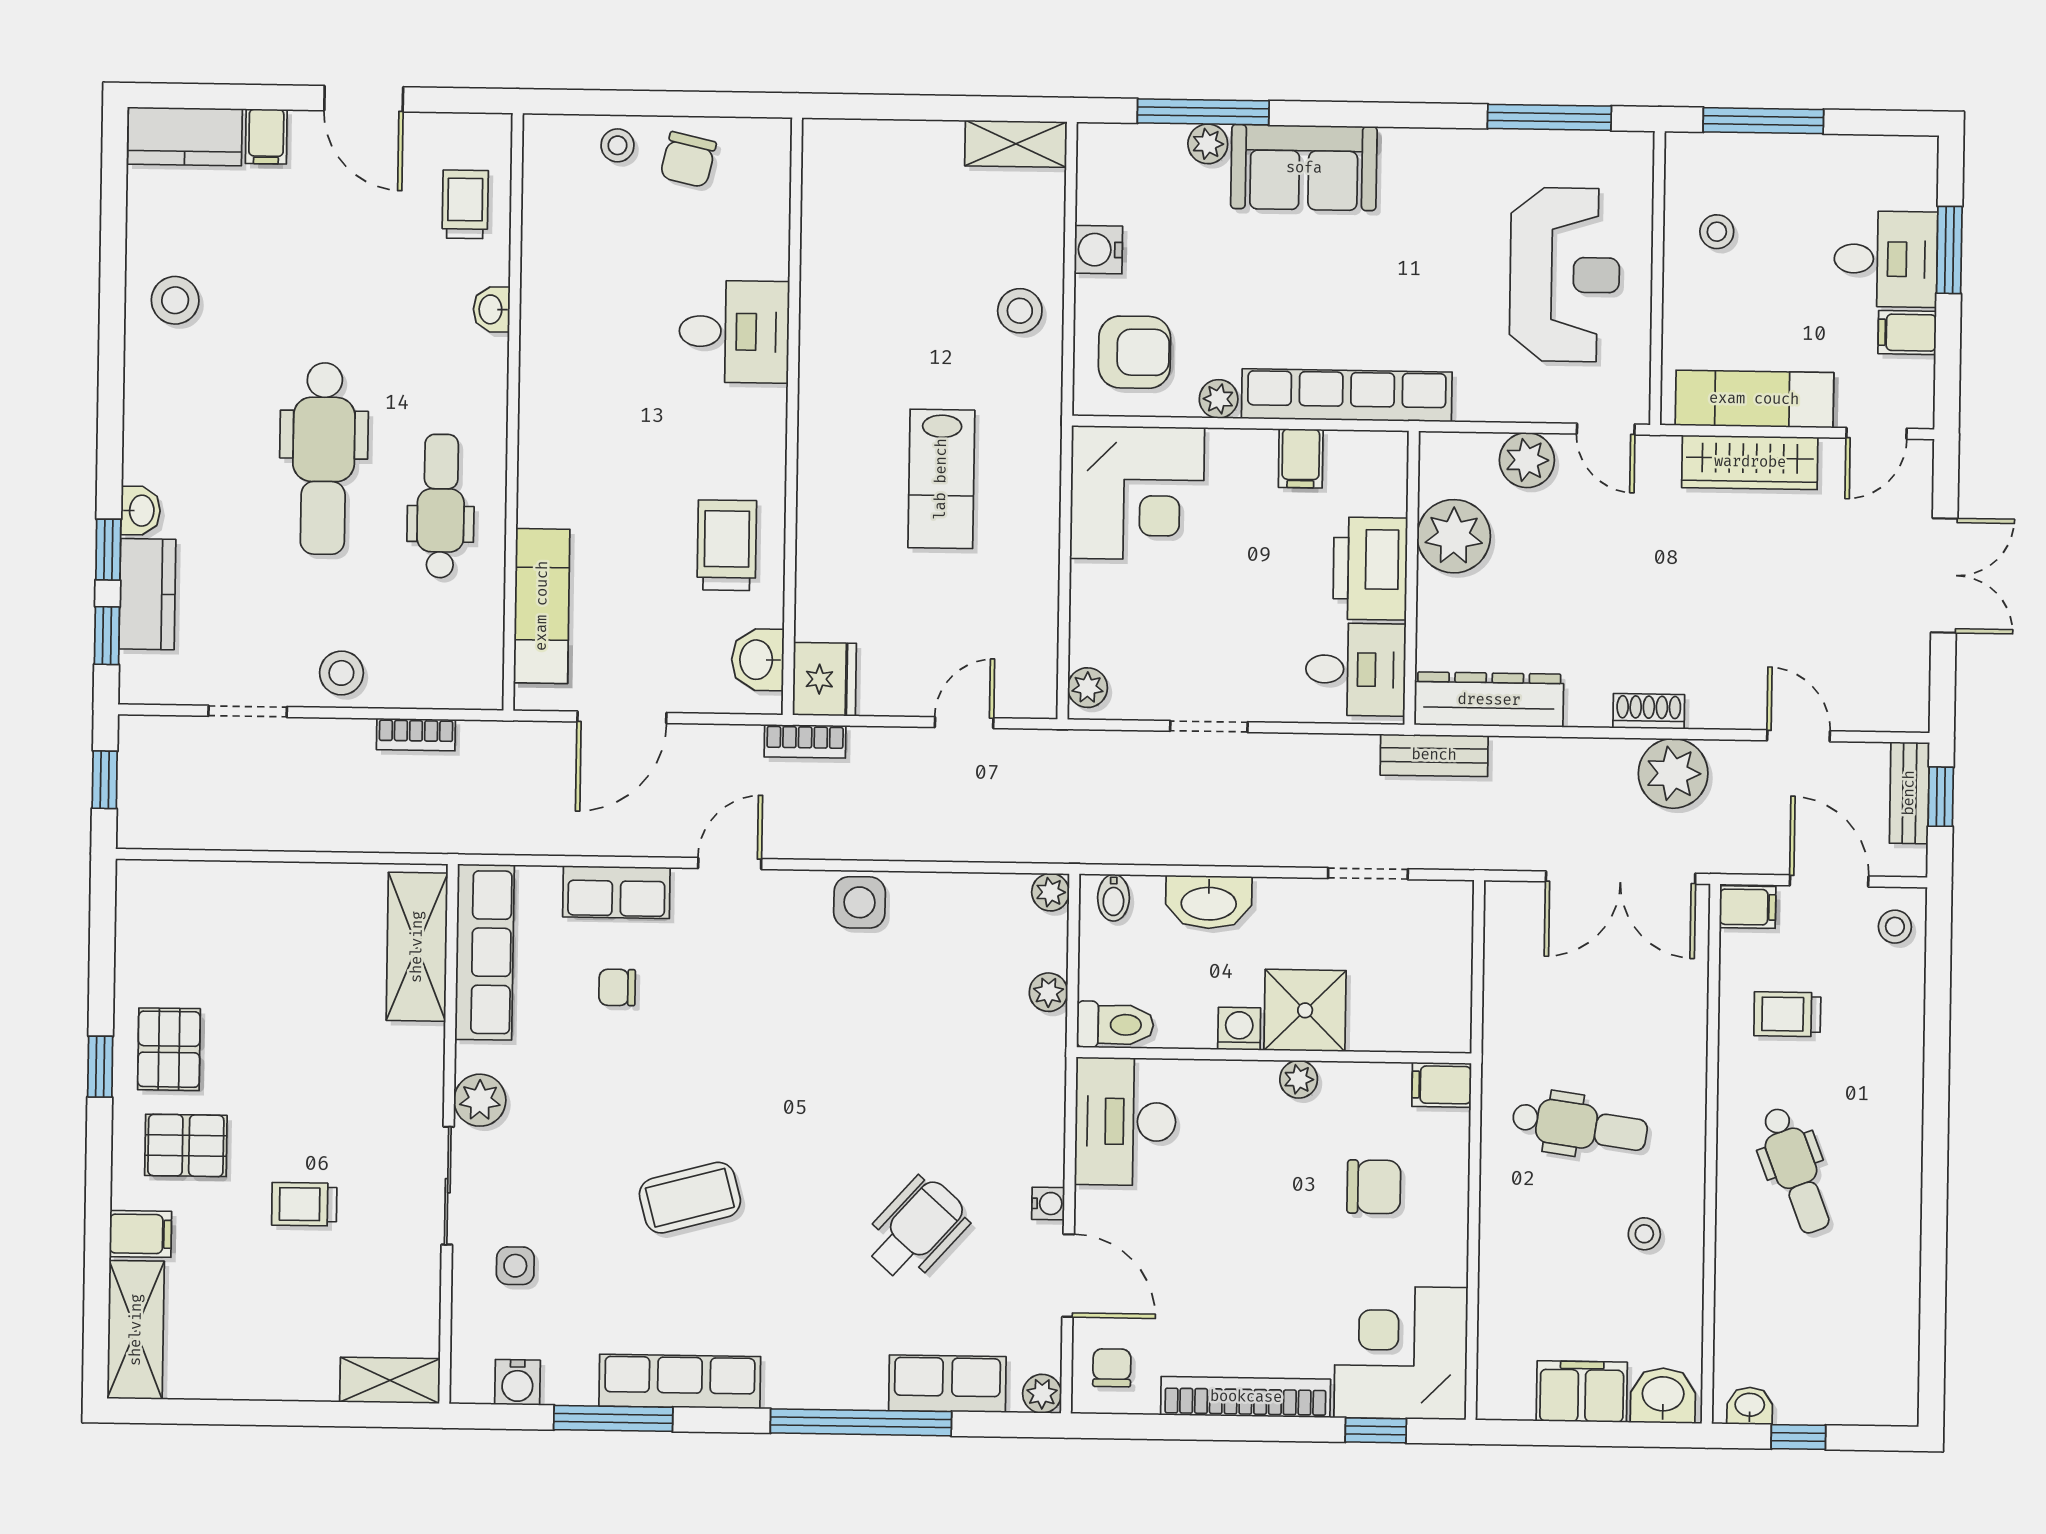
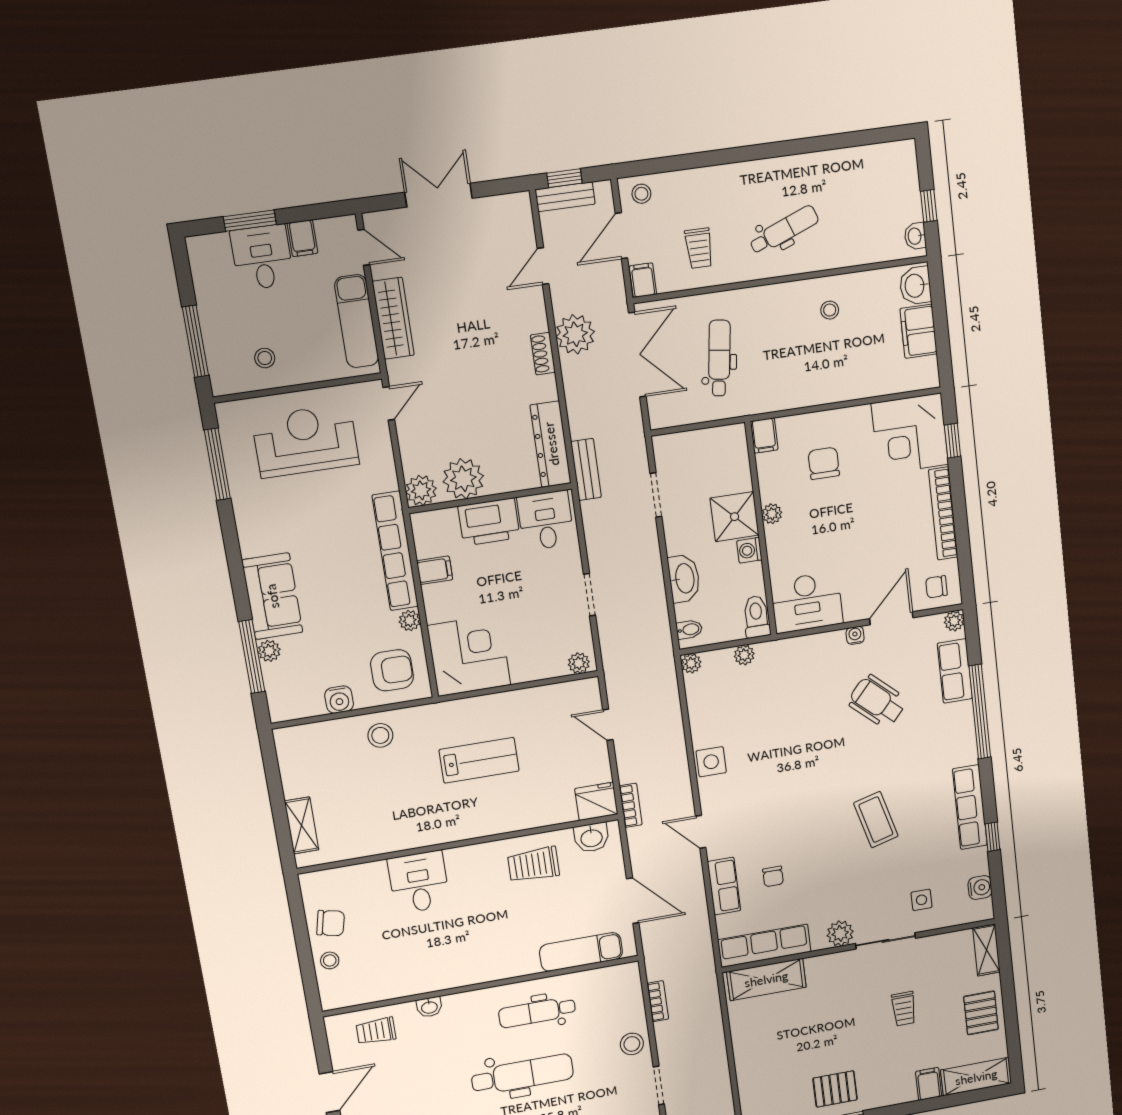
shelving: (1016, 144) -> (302, 825), moved
armchair: (1135, 352) -> (392, 670), turned 90
plant: (1527, 460) -> (421, 490), moved
dental chair: (1580, 1126) -> (719, 358), moved
pallet: (186, 1145) -> (981, 1013), moved
window: (613, 1418) -> (992, 837), width x0.46

